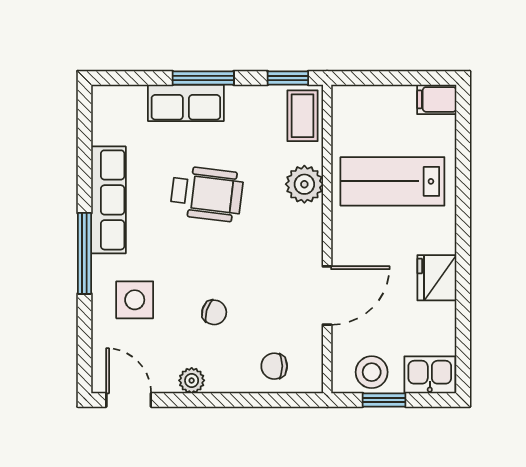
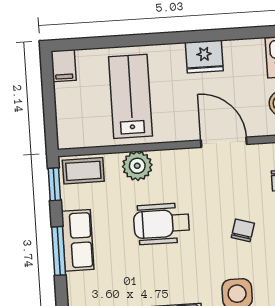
row of seats: (186, 103) -> (78, 240), moved
lab bench: (392, 181) -> (130, 96), turned 180
wheelchair: (207, 194) -> (162, 224), moved, turned -97

